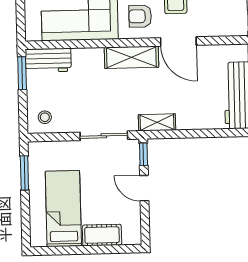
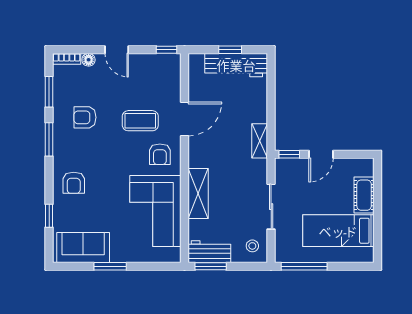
shelving: (131, 57) -> (198, 194), moved
workbench: (48, 60) -> (209, 252), moved, turned -90
sliding door: (104, 136) -> (271, 207), moved
window: (24, 173) -> (304, 266), width x1.44

